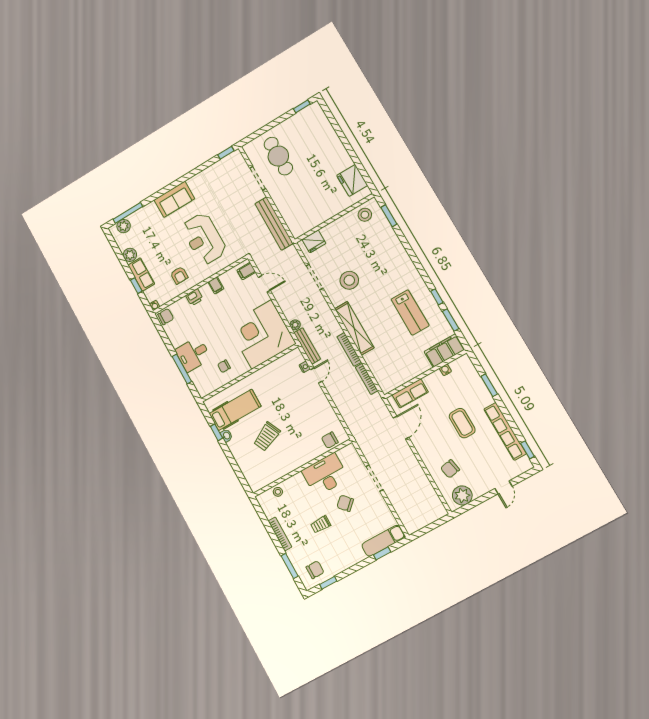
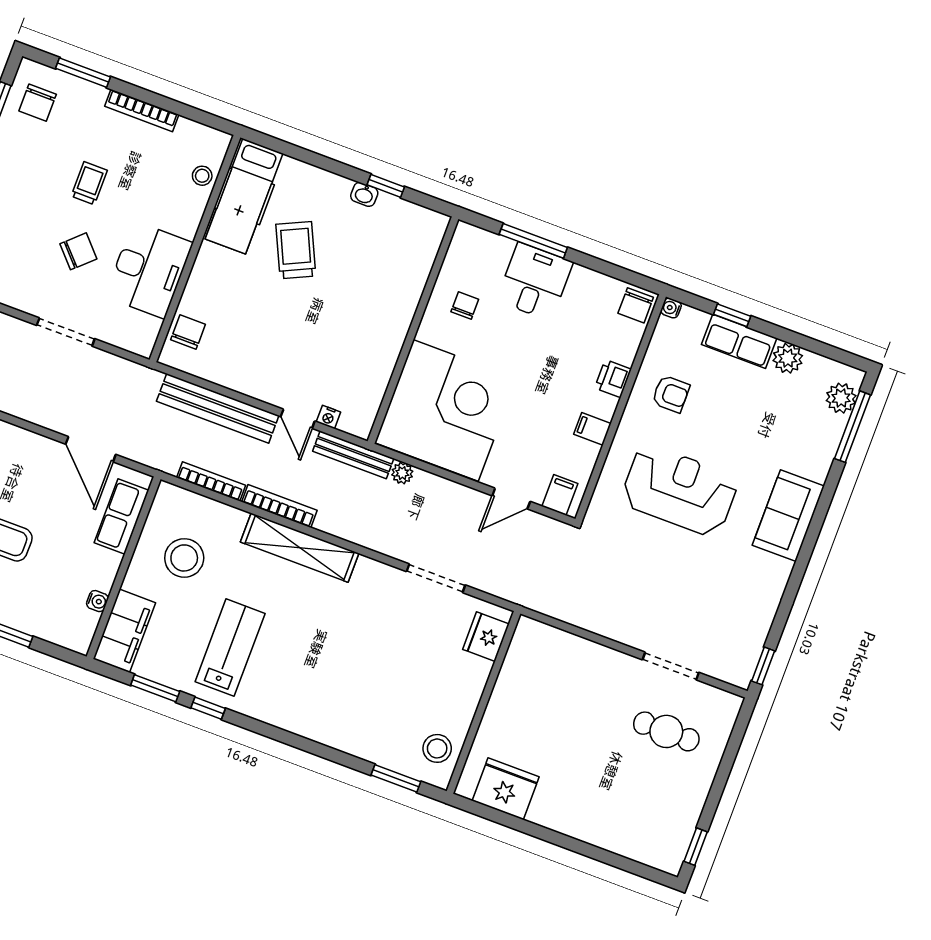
cafe table: (278, 156) -> (666, 731), width x0.73, depth x0.74
bench: (274, 224) -> (218, 408), moved
armchair: (179, 275) -> (671, 394), turned 180
stool: (349, 280) -> (184, 558), moved
lab bench: (410, 312) -> (230, 648), turned 90
hospital bed: (235, 410) -> (244, 196), moved

